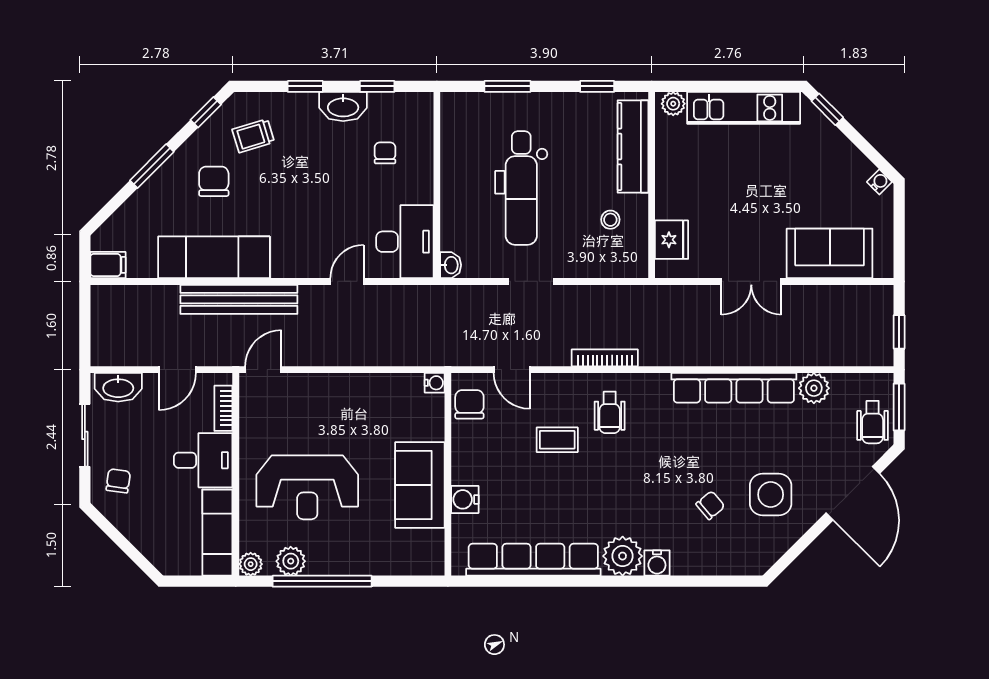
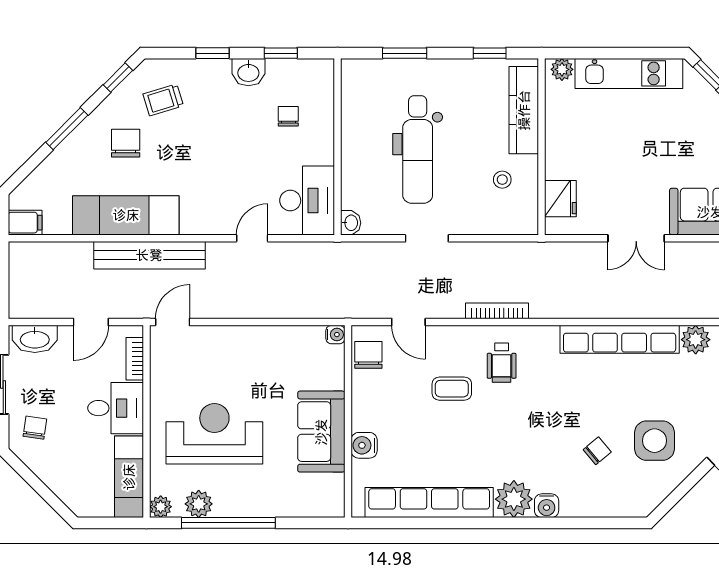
washbasin: (343, 107) -> (248, 72), width x0.72
reception desk: (307, 487) -> (214, 434), turned 180

